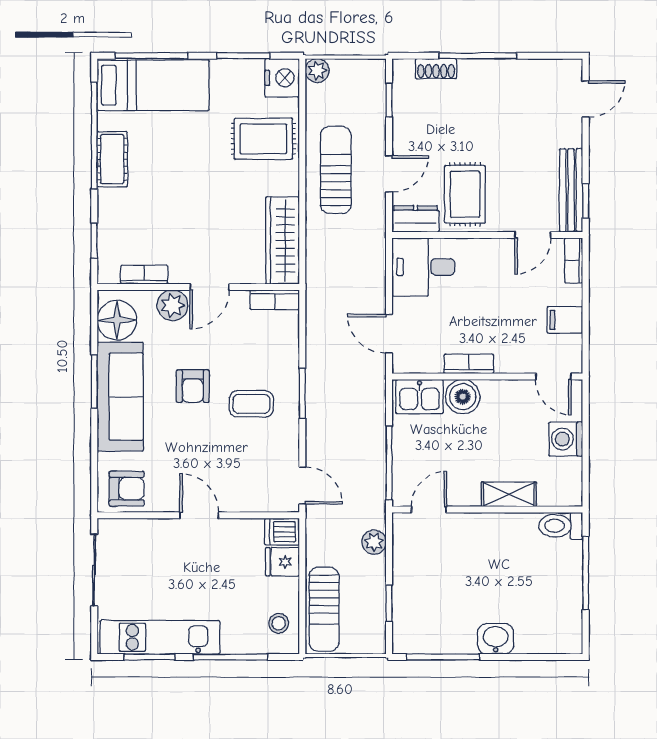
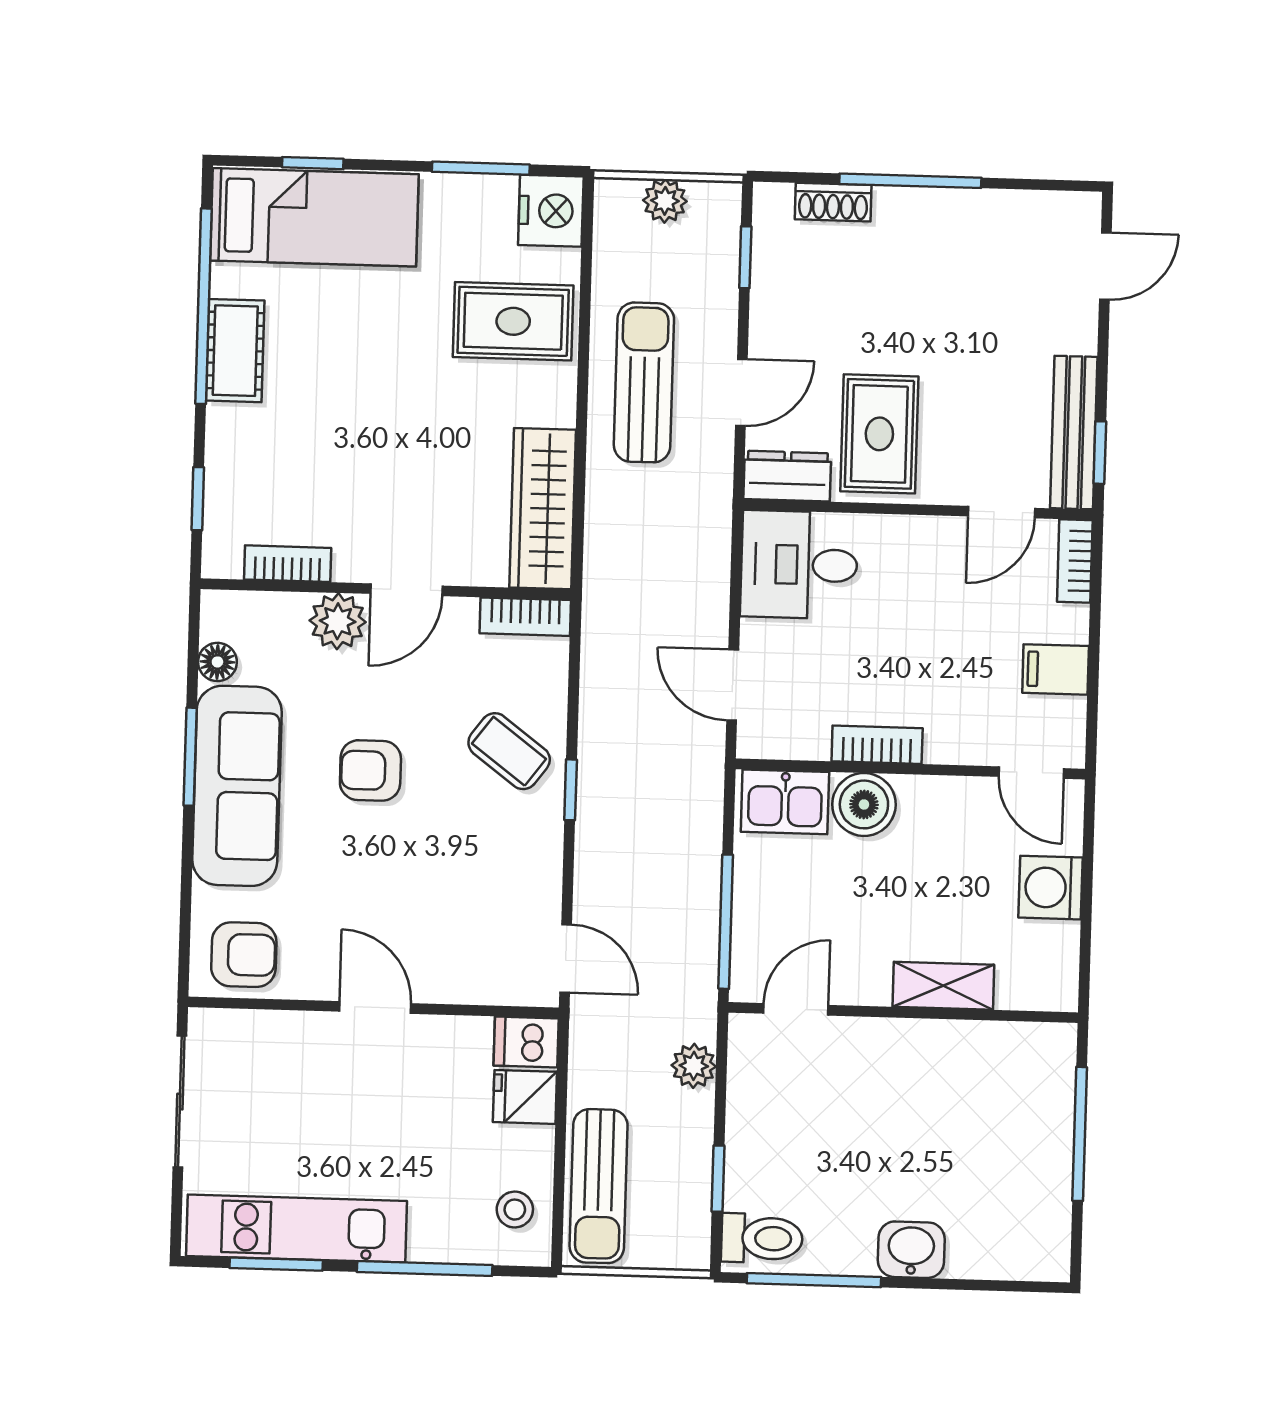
window: (151, 56) -> (313, 163), width x0.46
plant: (317, 71) -> (665, 201), moved
floor lamp: (117, 320) -> (217, 662), width x0.53, depth x0.53
armchair: (193, 386) -> (370, 770), turned 90
window: (302, 393) -> (571, 790), width x0.67
coffee table: (251, 404) -> (509, 751), moved, turned 37
toilet: (561, 526) -> (762, 1238), moved, turned 180

